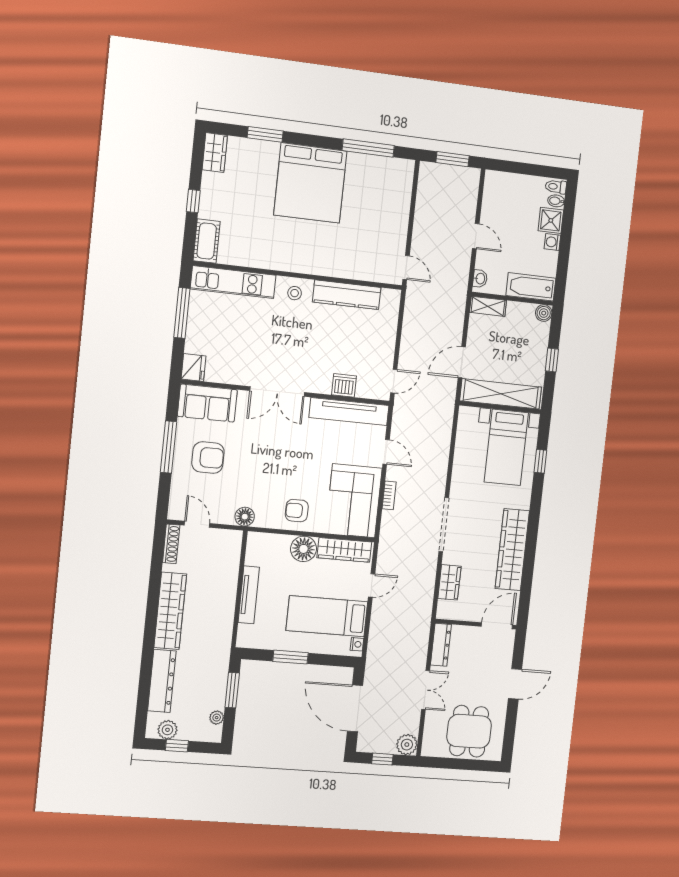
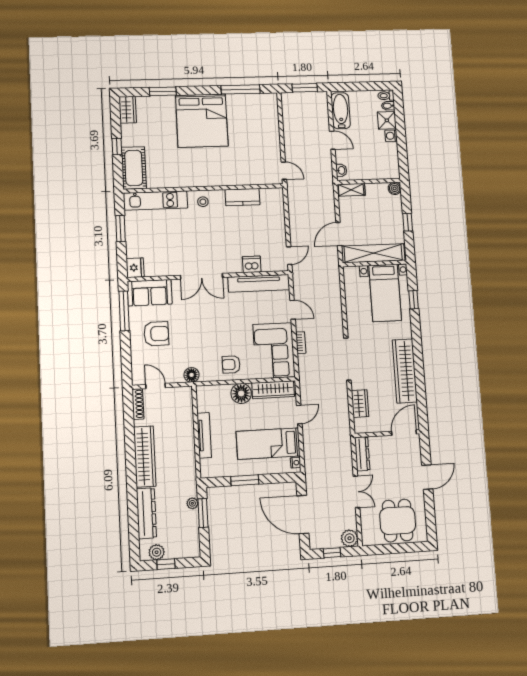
cot: (207, 241) -> (134, 168), width x1.37, depth x1.34
bathtub: (531, 287) -> (341, 111), moved, turned 90
kitchen counter: (347, 295) -> (242, 197), width x0.67
window: (182, 313) -> (120, 229), width x0.69
window: (168, 447) -> (124, 311), moved
plant: (217, 718) -> (192, 503), moved

